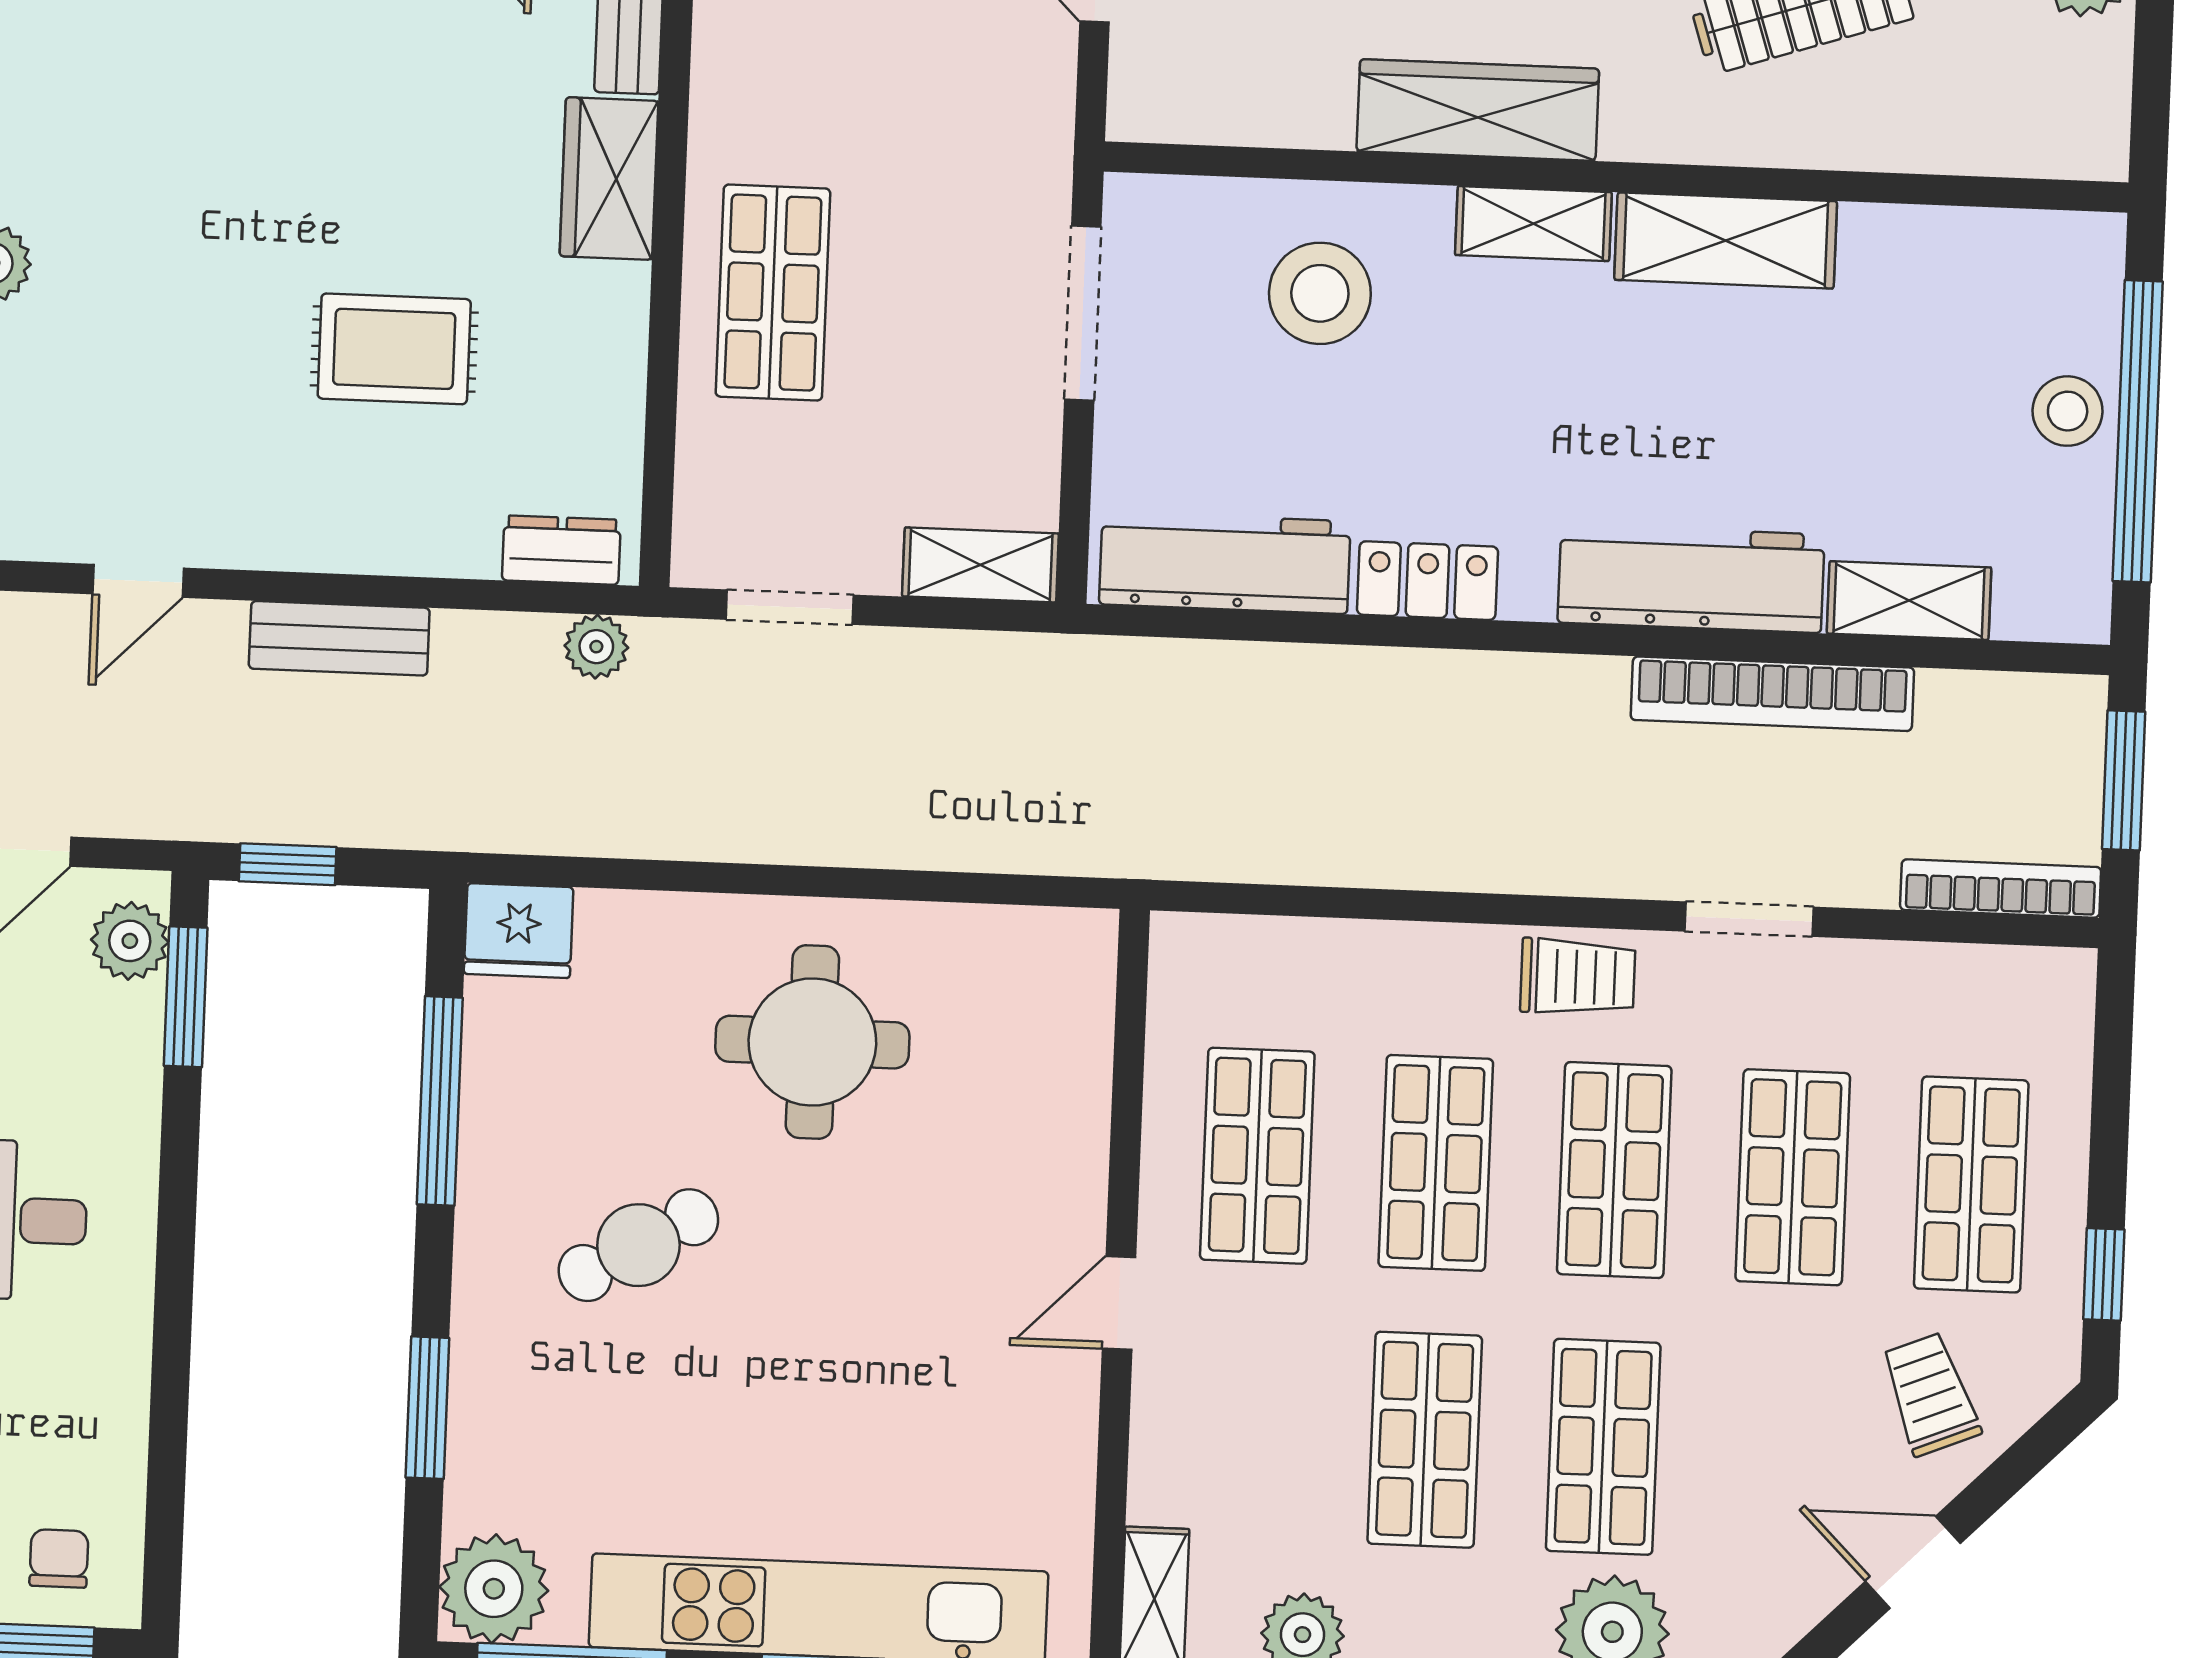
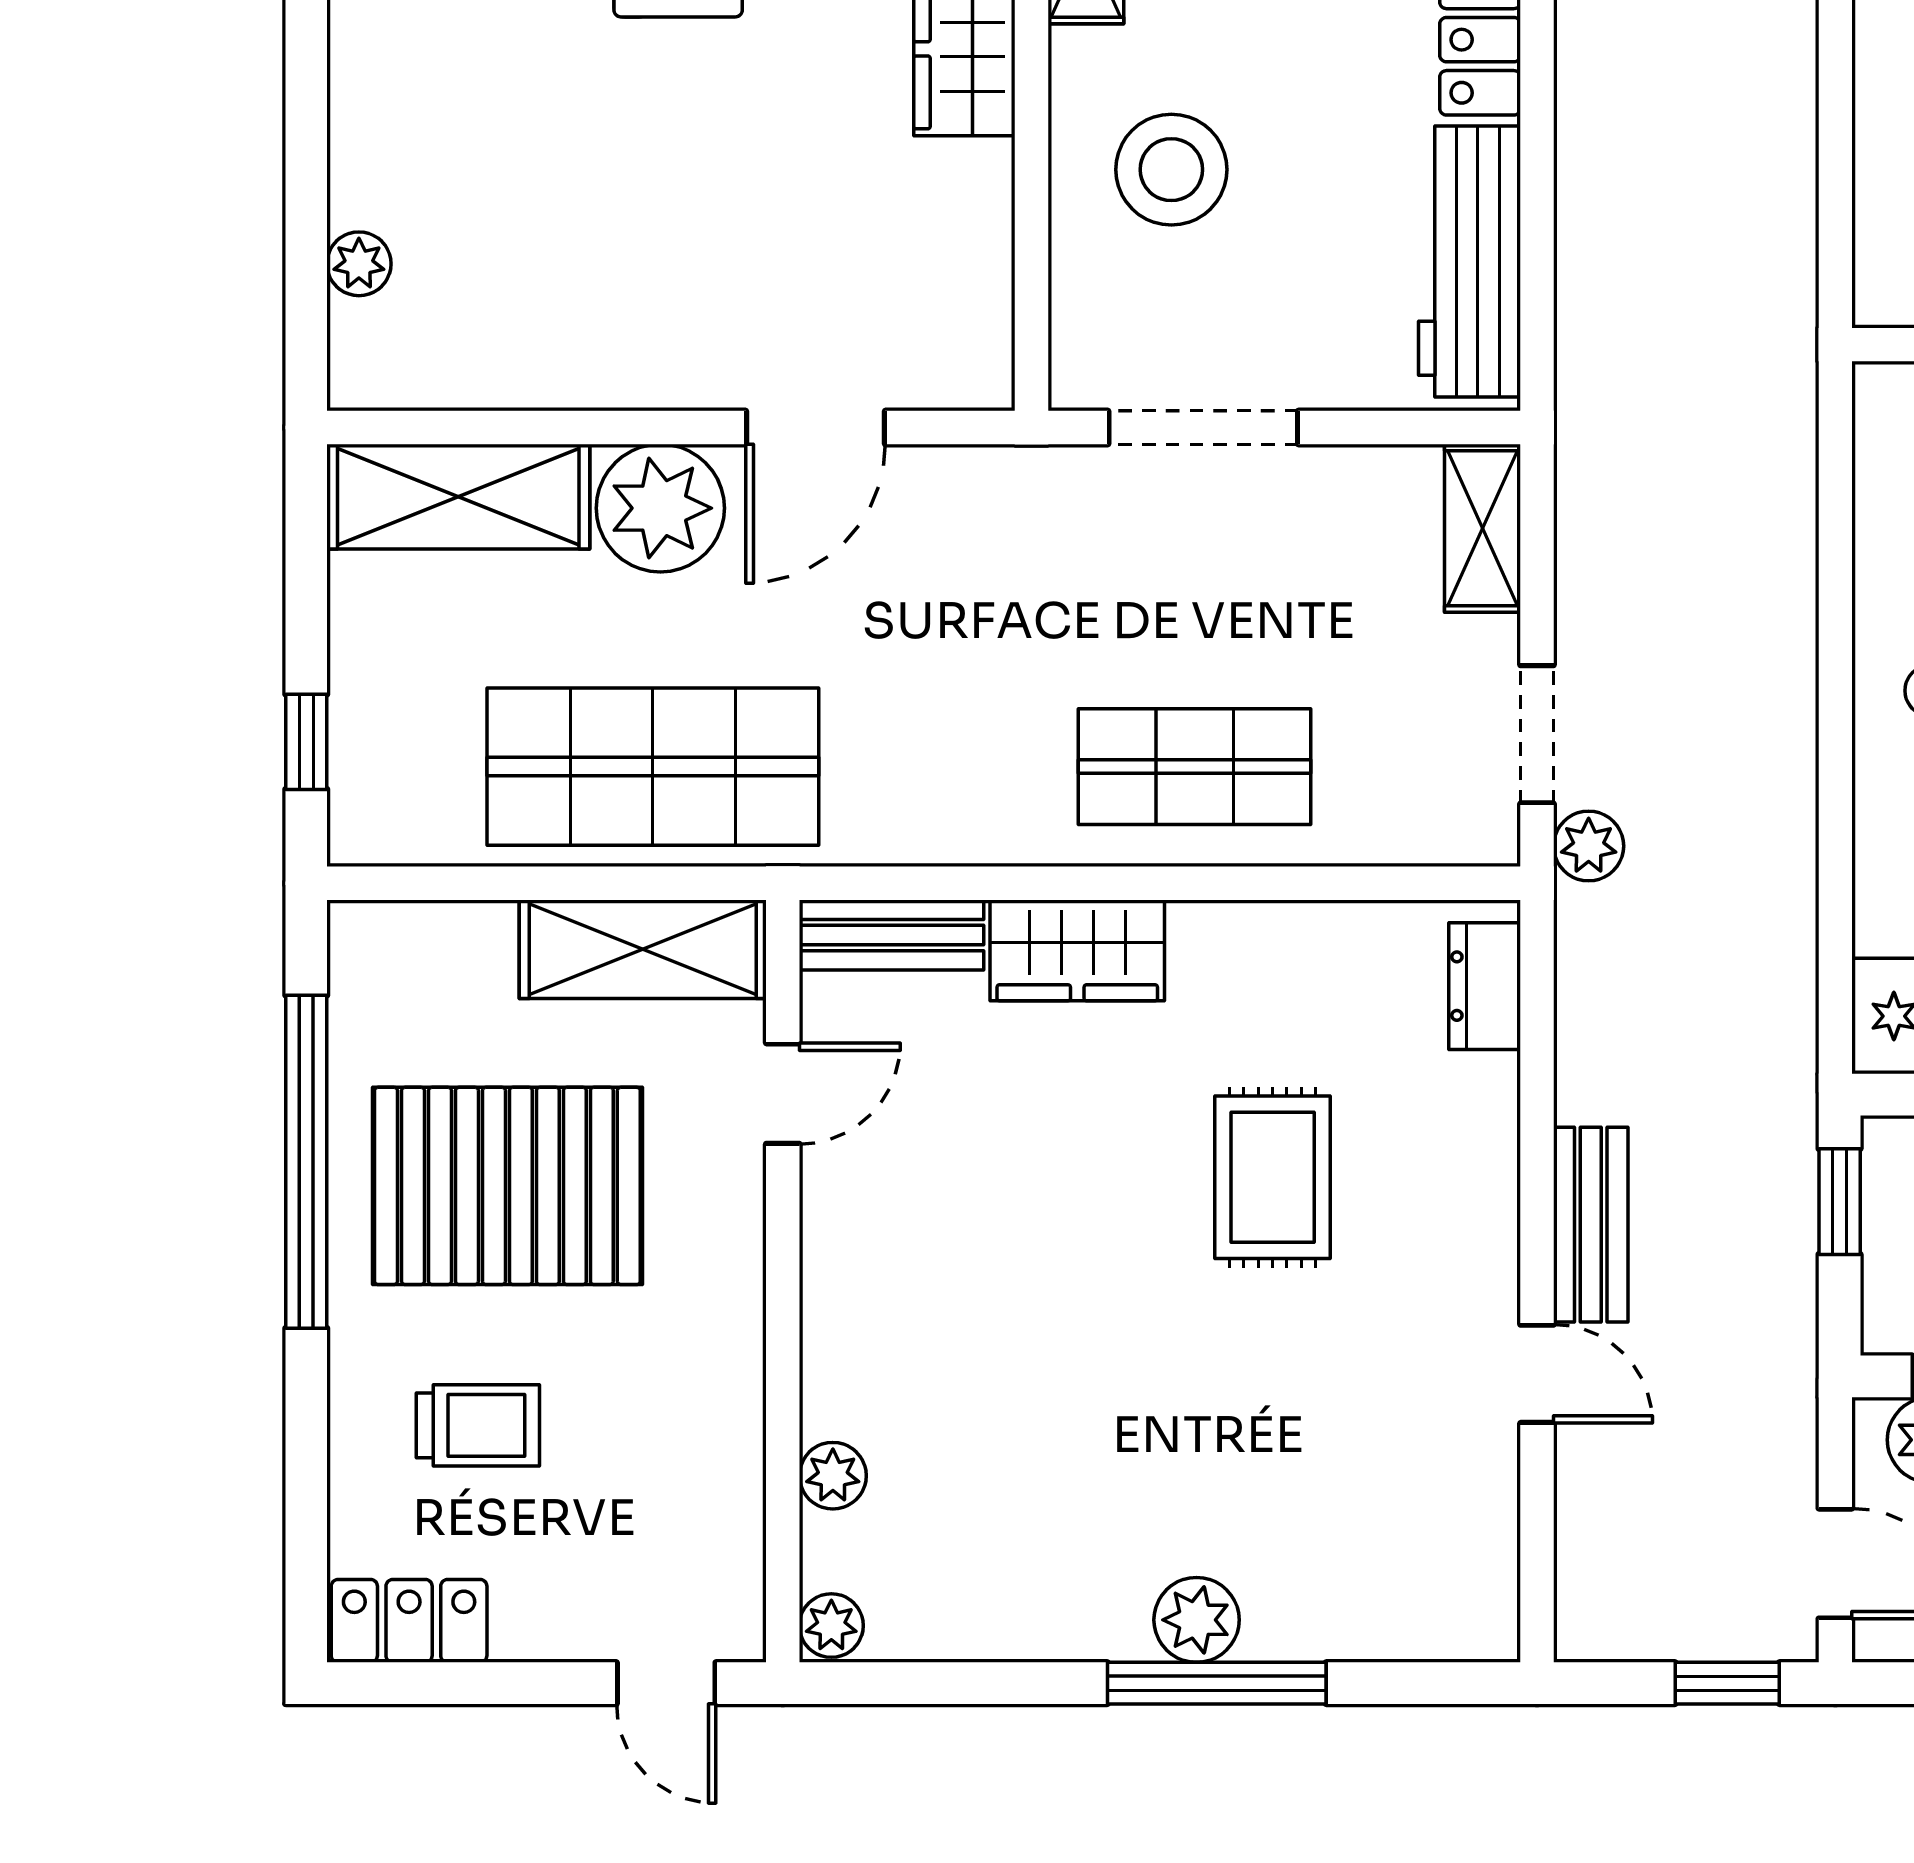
door: (138, 581) -> (1537, 1374), moved
plant: (596, 647) -> (1589, 846), moved
window: (288, 864) -> (1840, 1202), moved

